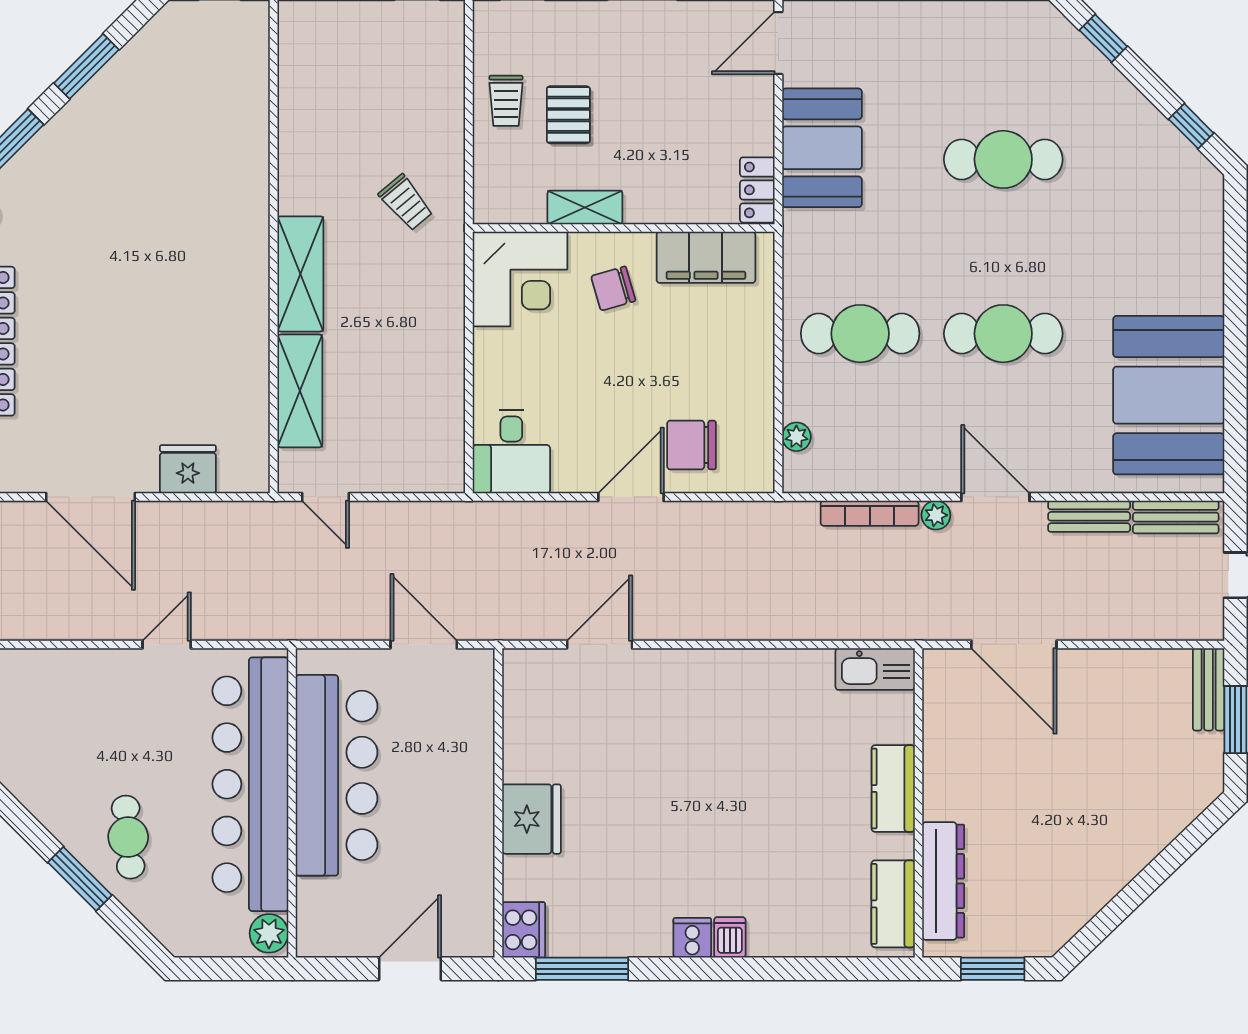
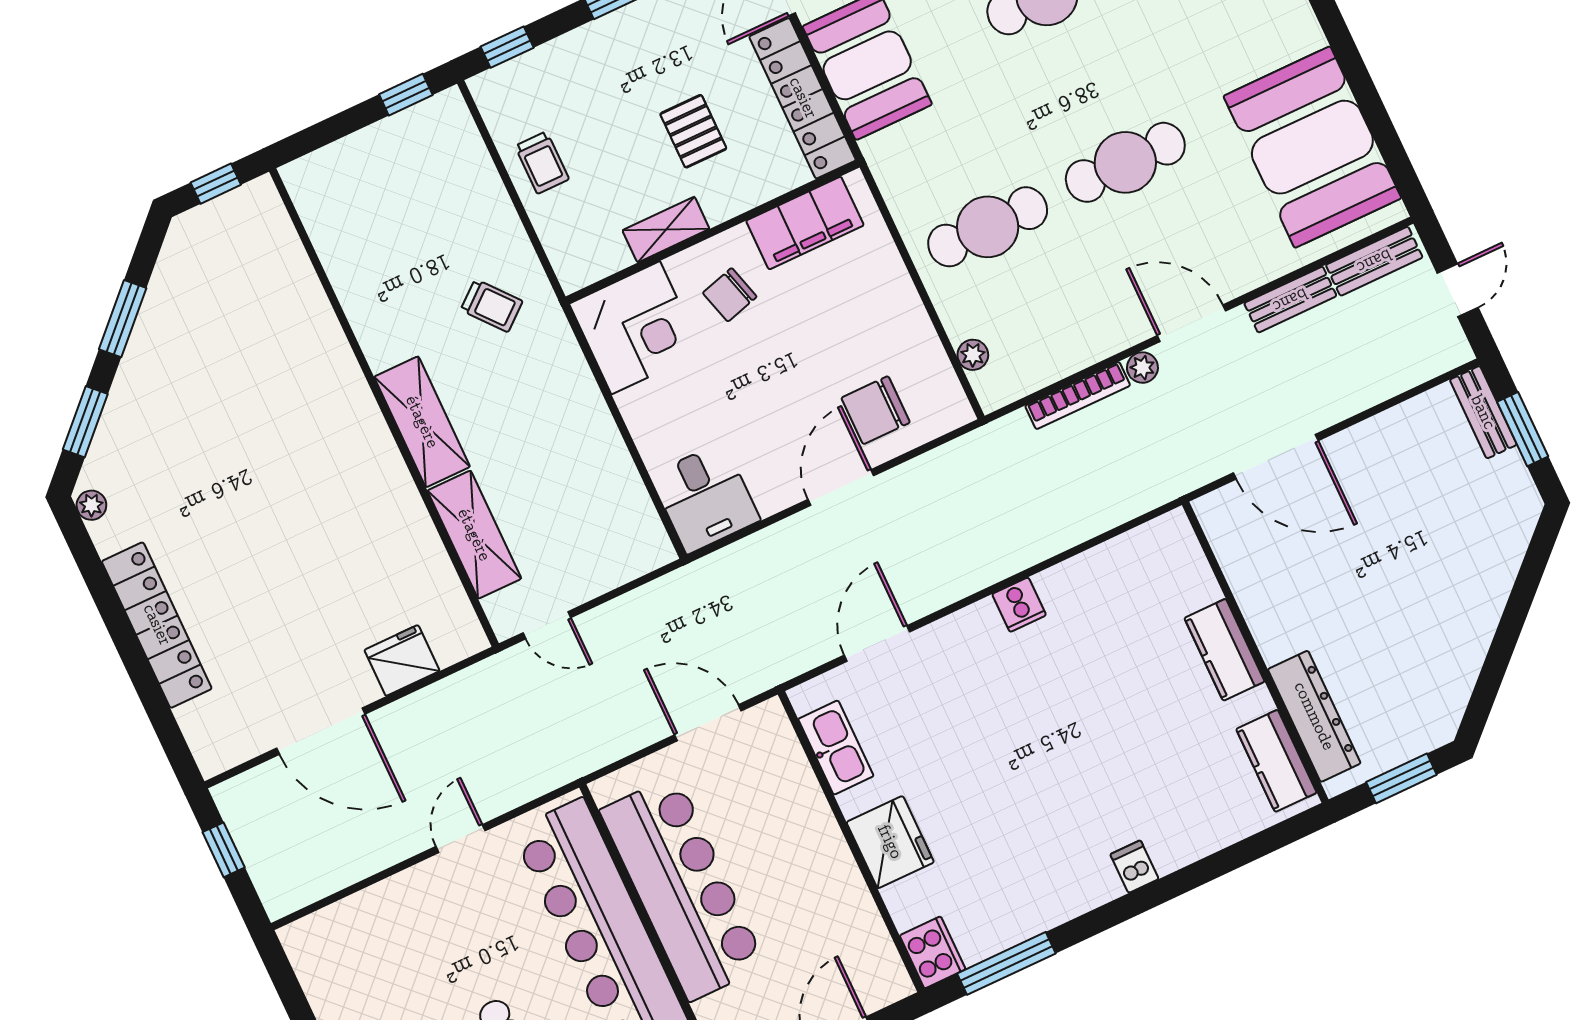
pallet: (568, 115) -> (693, 131), moved
locker: (757, 190) -> (803, 98), width x2.16, depth x1.21
kitchen sink: (875, 669) -> (836, 748), moved, turned -90
cooker: (692, 938) -> (1019, 605), moved, turned 180

